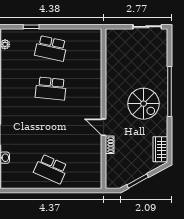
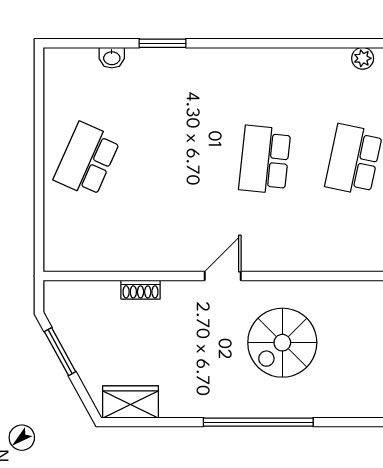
spiral stairs: (144, 104) -> (282, 343), moved
door: (103, 127) -> (223, 276), moved

